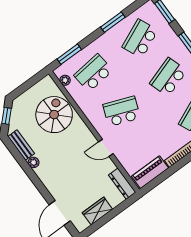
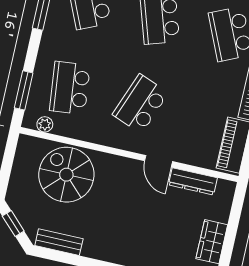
door: (106, 148) -> (159, 161), hinge flipped
plant: (34, 162) -> (90, 250), removed
dresser: (122, 184) -> (193, 181), moved

